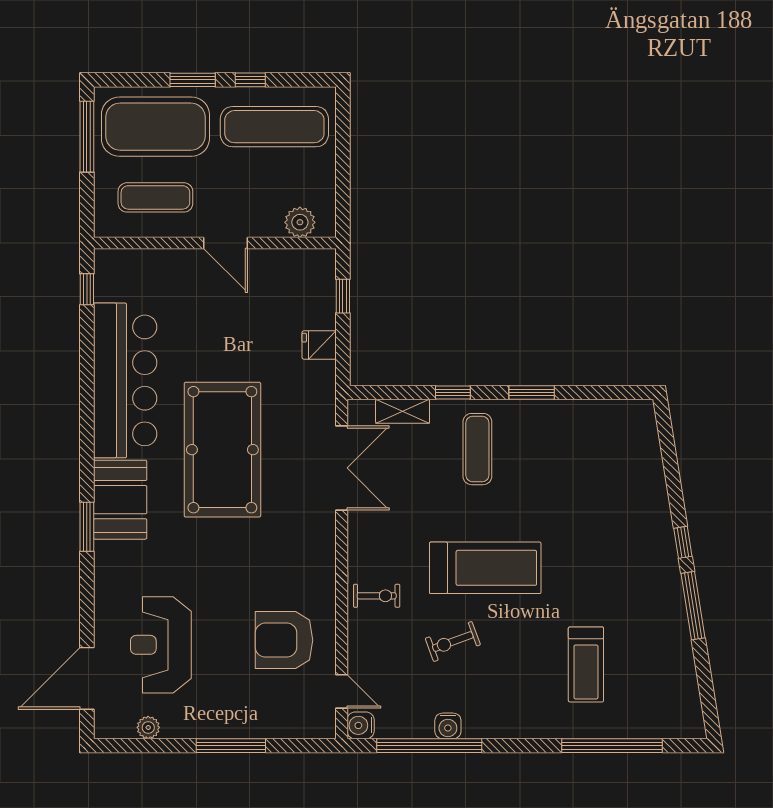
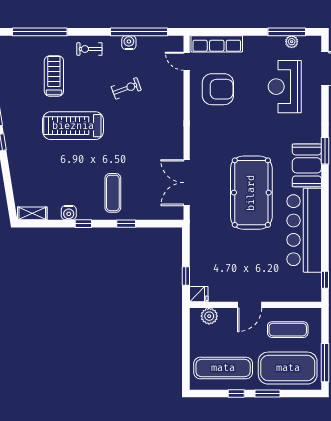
door: (226, 243) -> (250, 305), swing flipped
fridge: (319, 345) -> (199, 294), moved
window: (532, 393) -> (83, 224), width x0.67
shelving: (403, 411) -> (32, 213), moved
treadmill: (485, 568) -> (73, 126), moved
exercise bike: (377, 596) -> (89, 49), moved
reception desk: (161, 645) -> (285, 87), turned 180
row of seats: (286, 724) -> (217, 44), added
water cooler: (361, 725) -> (69, 213), moved, turned 90
window: (231, 746) -> (287, 32), moved

